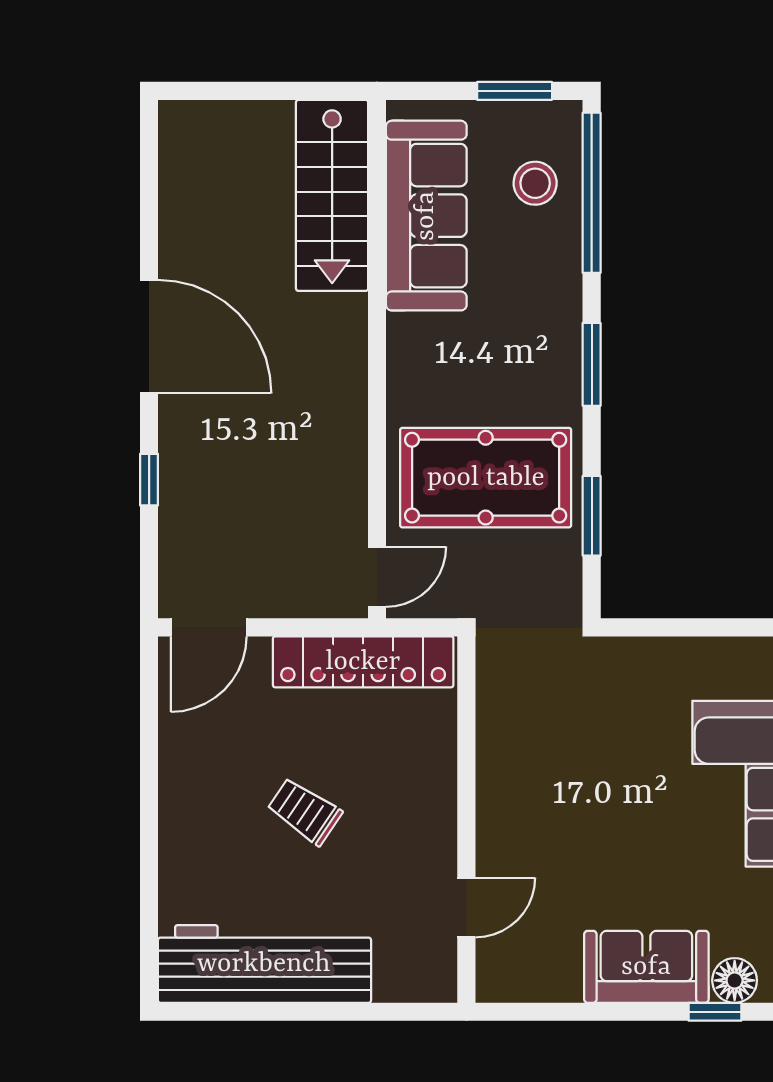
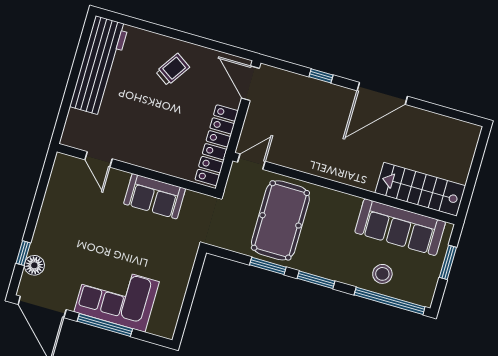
window: (515, 91) -> (448, 262), moved
stool: (535, 183) -> (382, 274), moved
window: (592, 516) -> (268, 266), moved
door: (377, 577) -> (251, 162), swing flipped
trolley: (305, 811) -> (173, 69), moved
sofa: (646, 967) -> (155, 196), moved, turned 90

